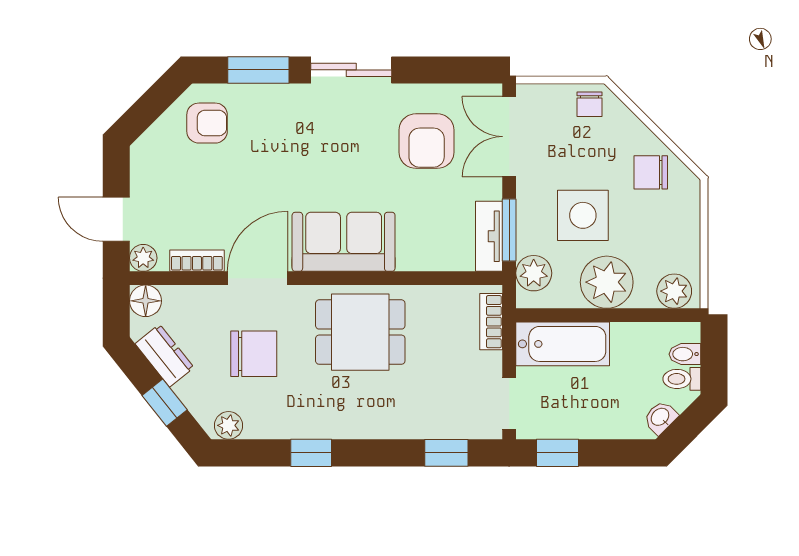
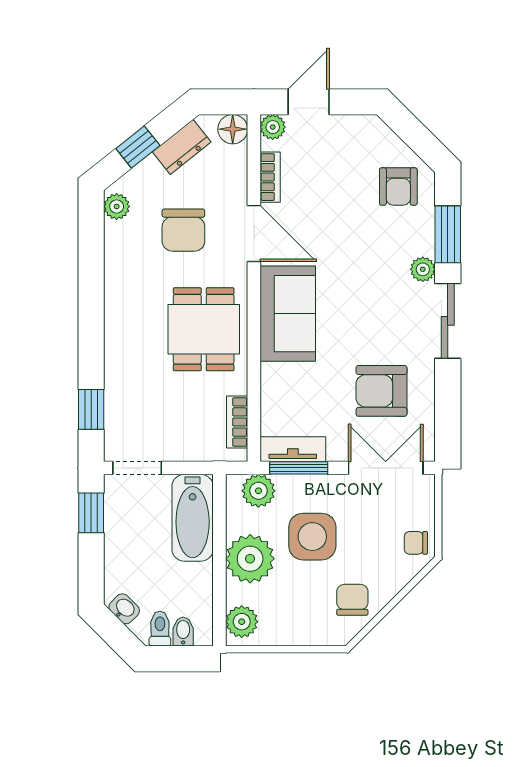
plant: (296, 97) -> (423, 269), added
bookcase: (491, 322) -> (237, 422), moved, turned -90
window: (311, 453) -> (91, 283), removed

